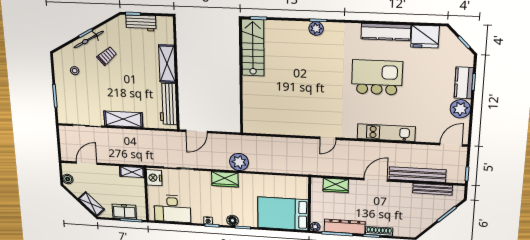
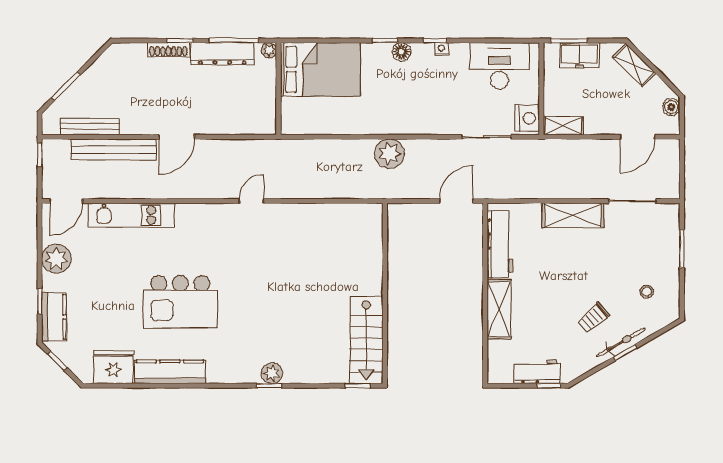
kitchen counter: (464, 83) -> (54, 317), moved
kitchen unit: (386, 133) -> (131, 215), moved
wardrobe: (225, 179) -> (413, 123), removed
wardrobe: (336, 185) -> (238, 124), removed

